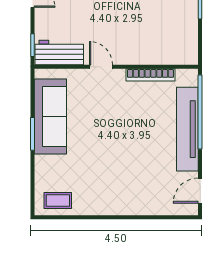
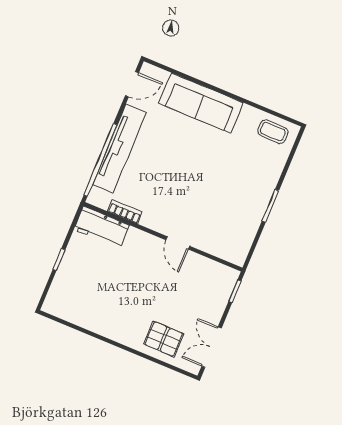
workbench: (59, 52) -> (102, 227), moved
bookcase: (151, 75) -> (125, 212), width x0.64
sofa: (50, 117) -> (201, 103), moved, turned -90

